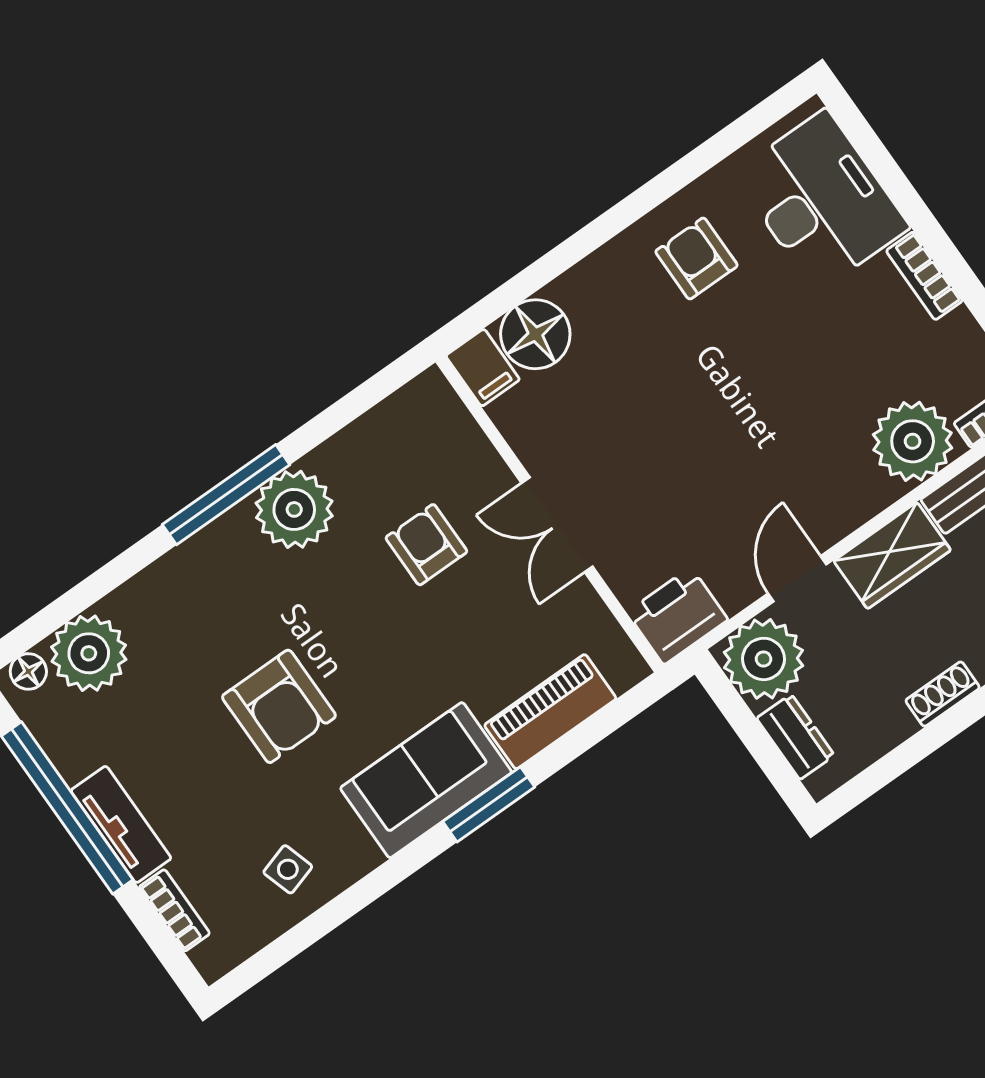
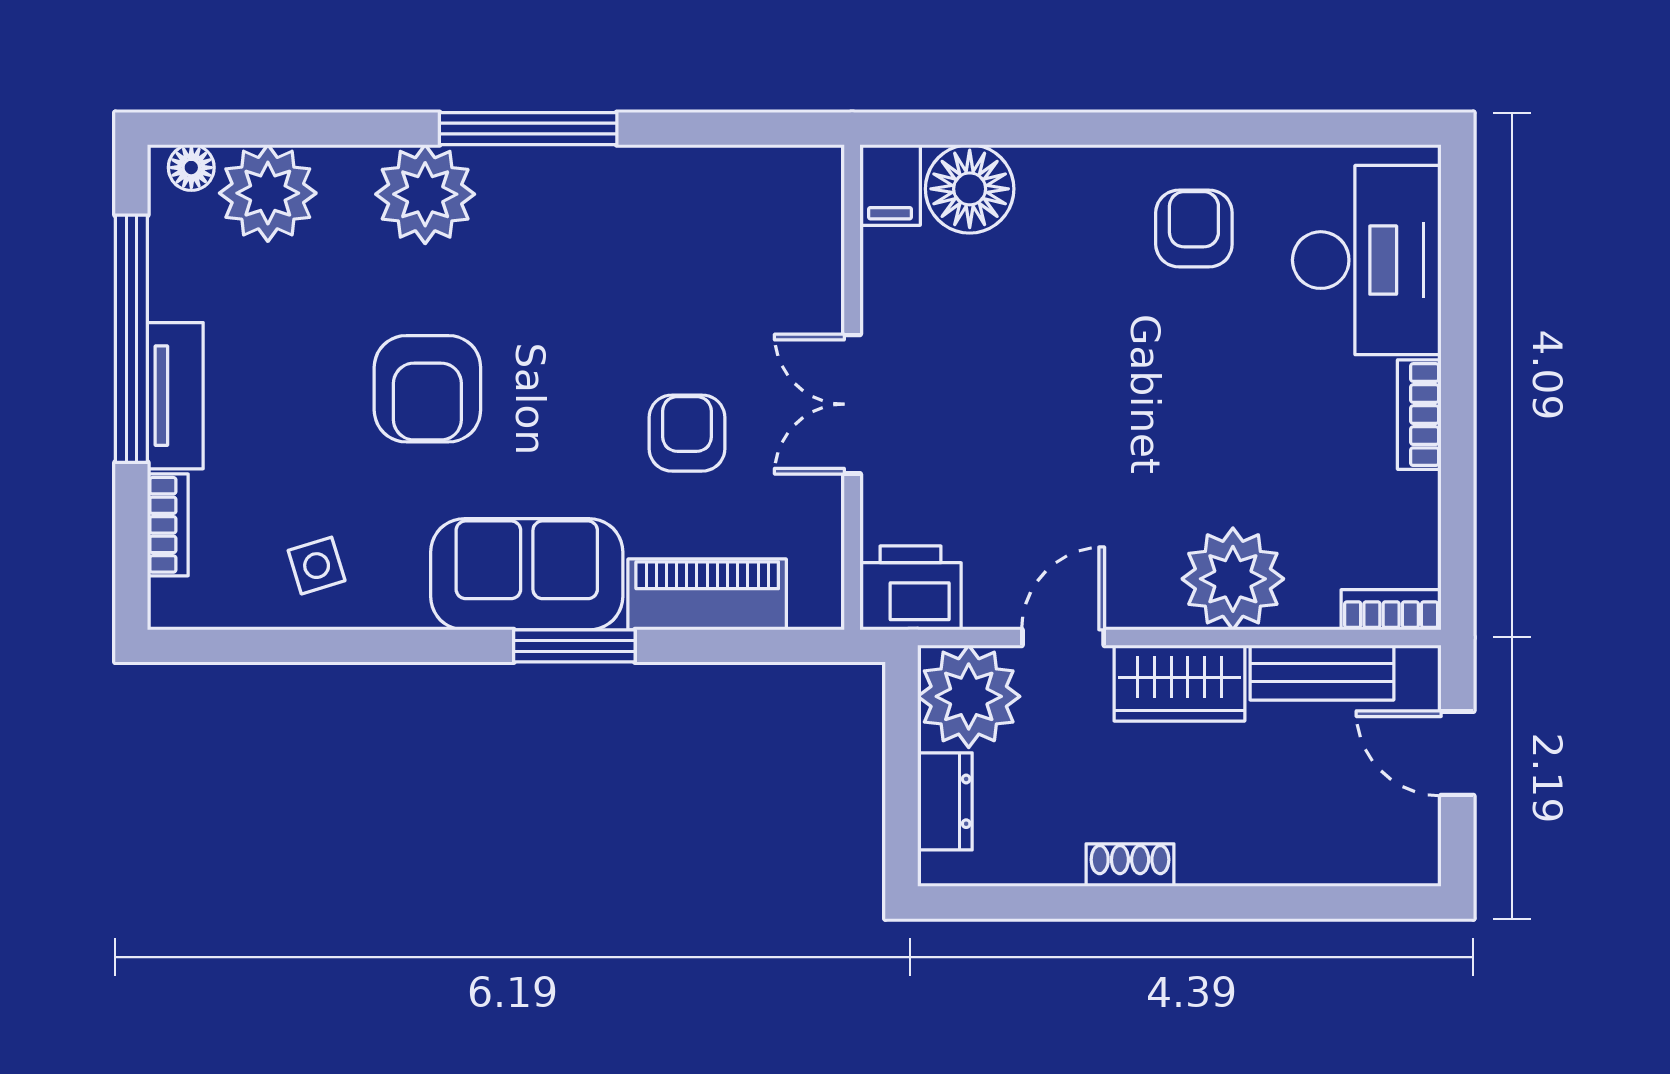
plant: (913, 441) -> (1233, 579), moved
plant: (294, 509) -> (425, 194), moved
armchair: (426, 545) -> (687, 433), moved

